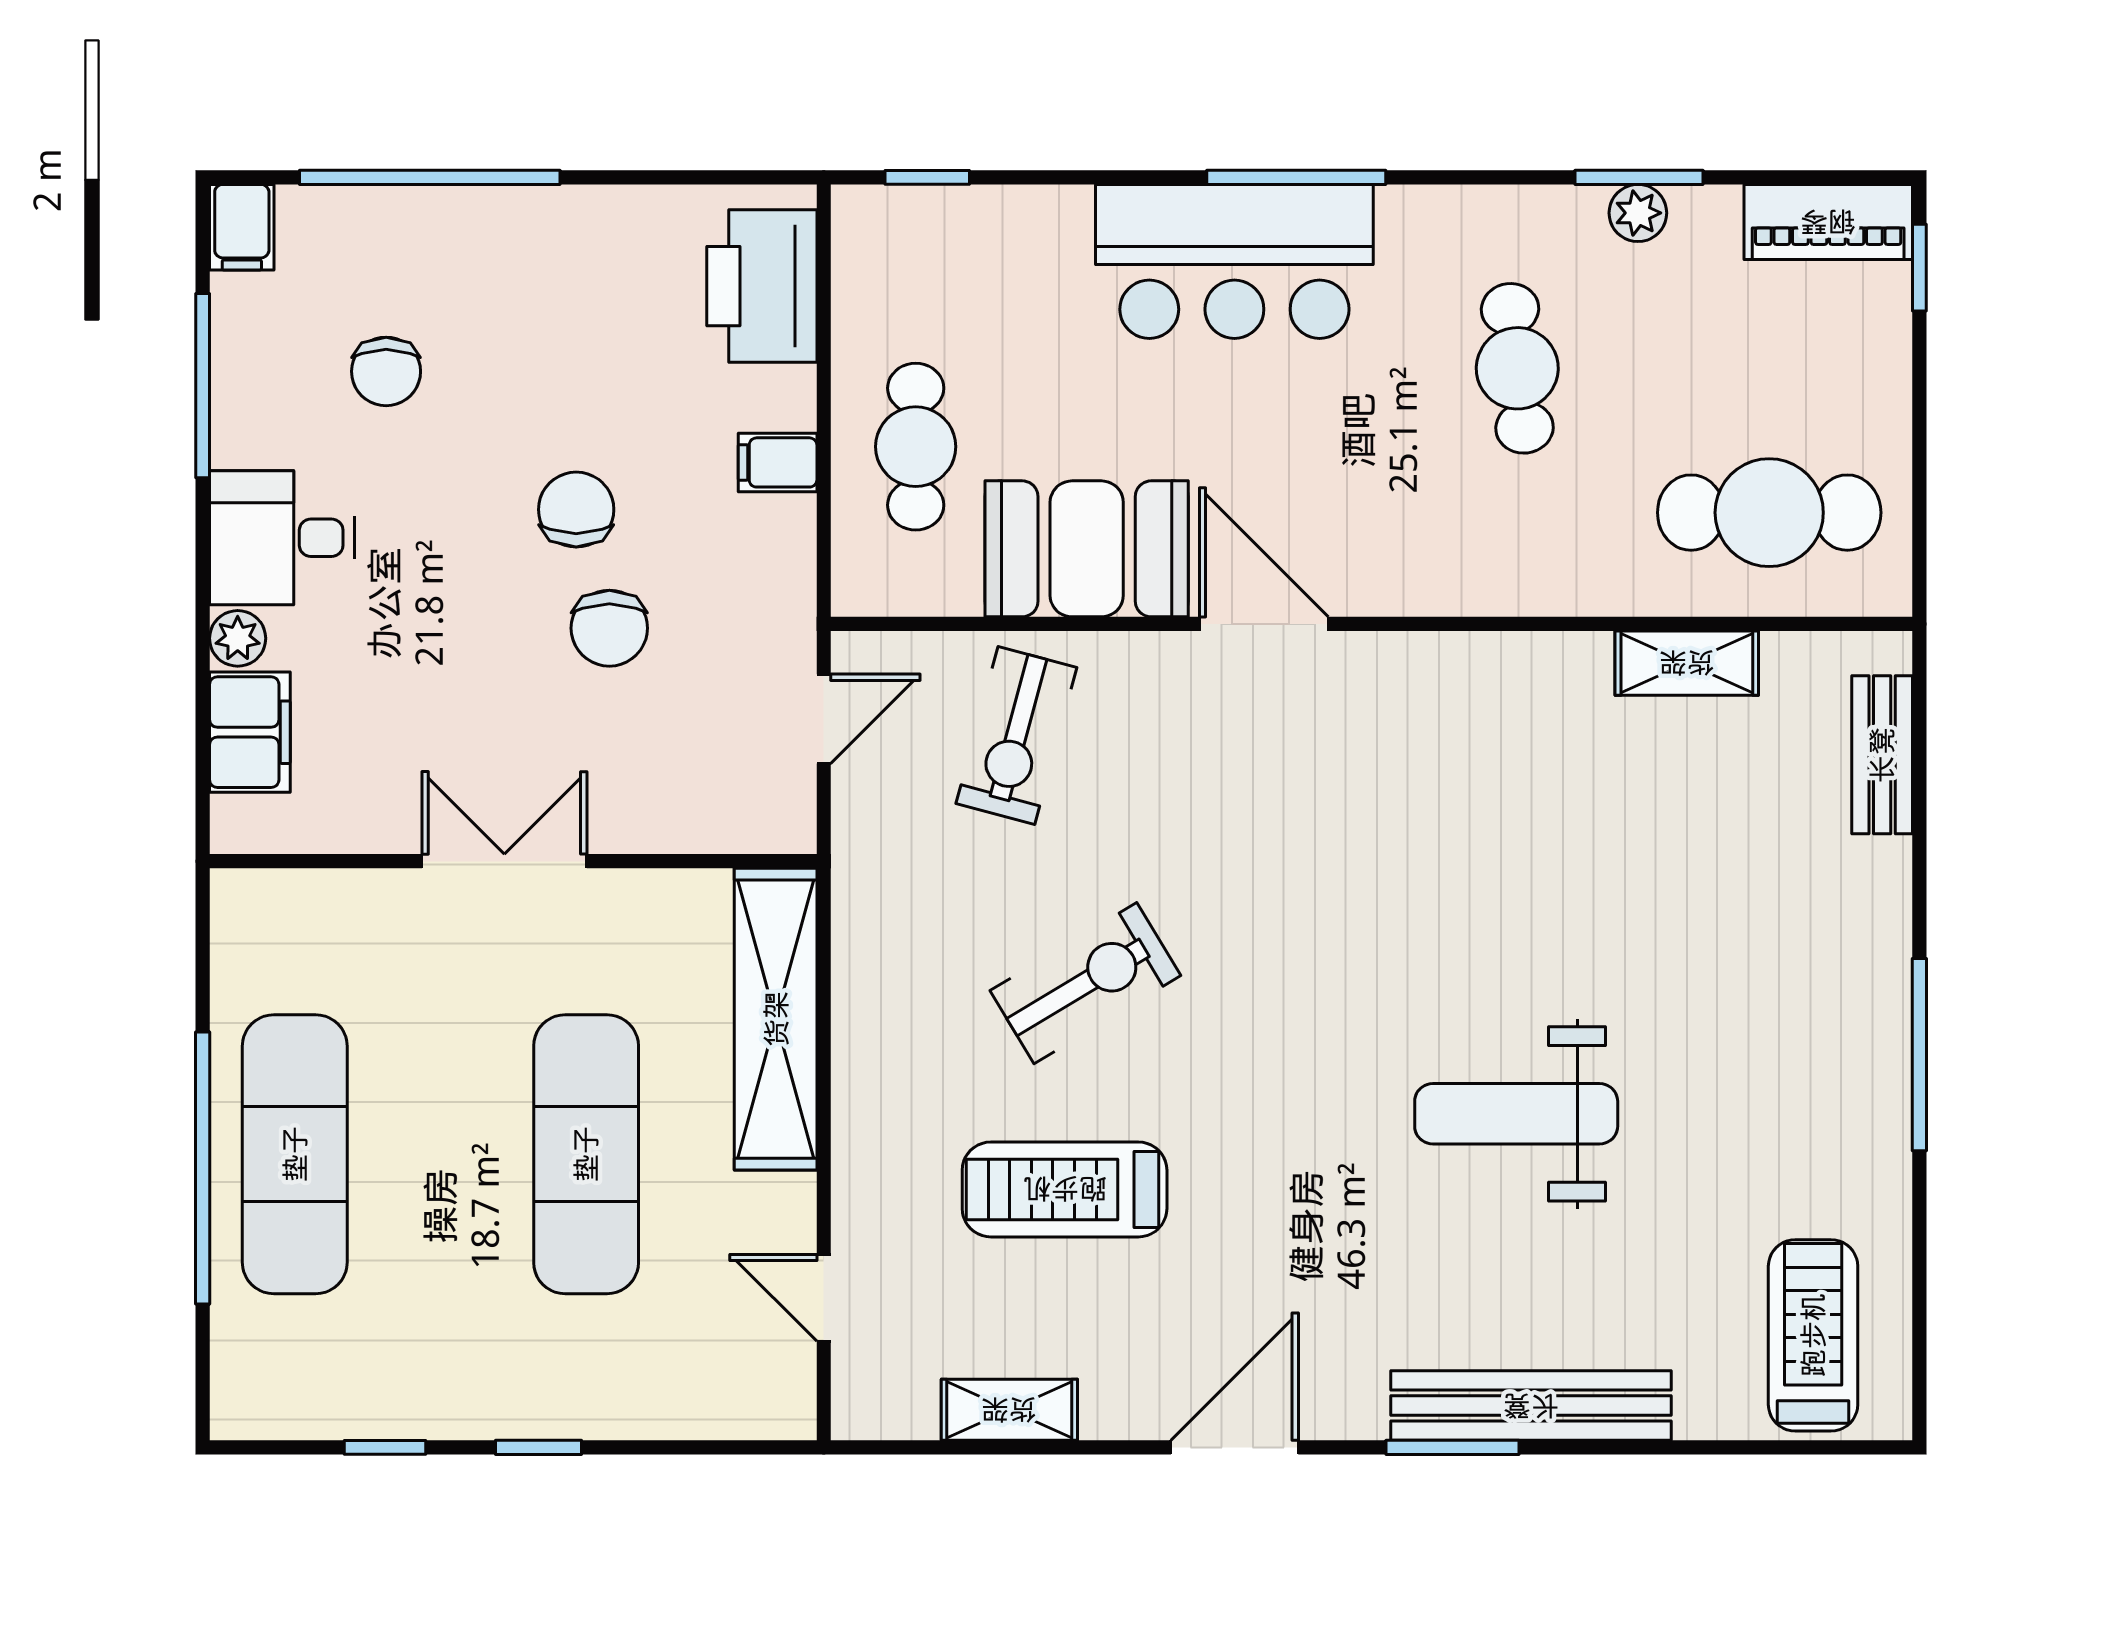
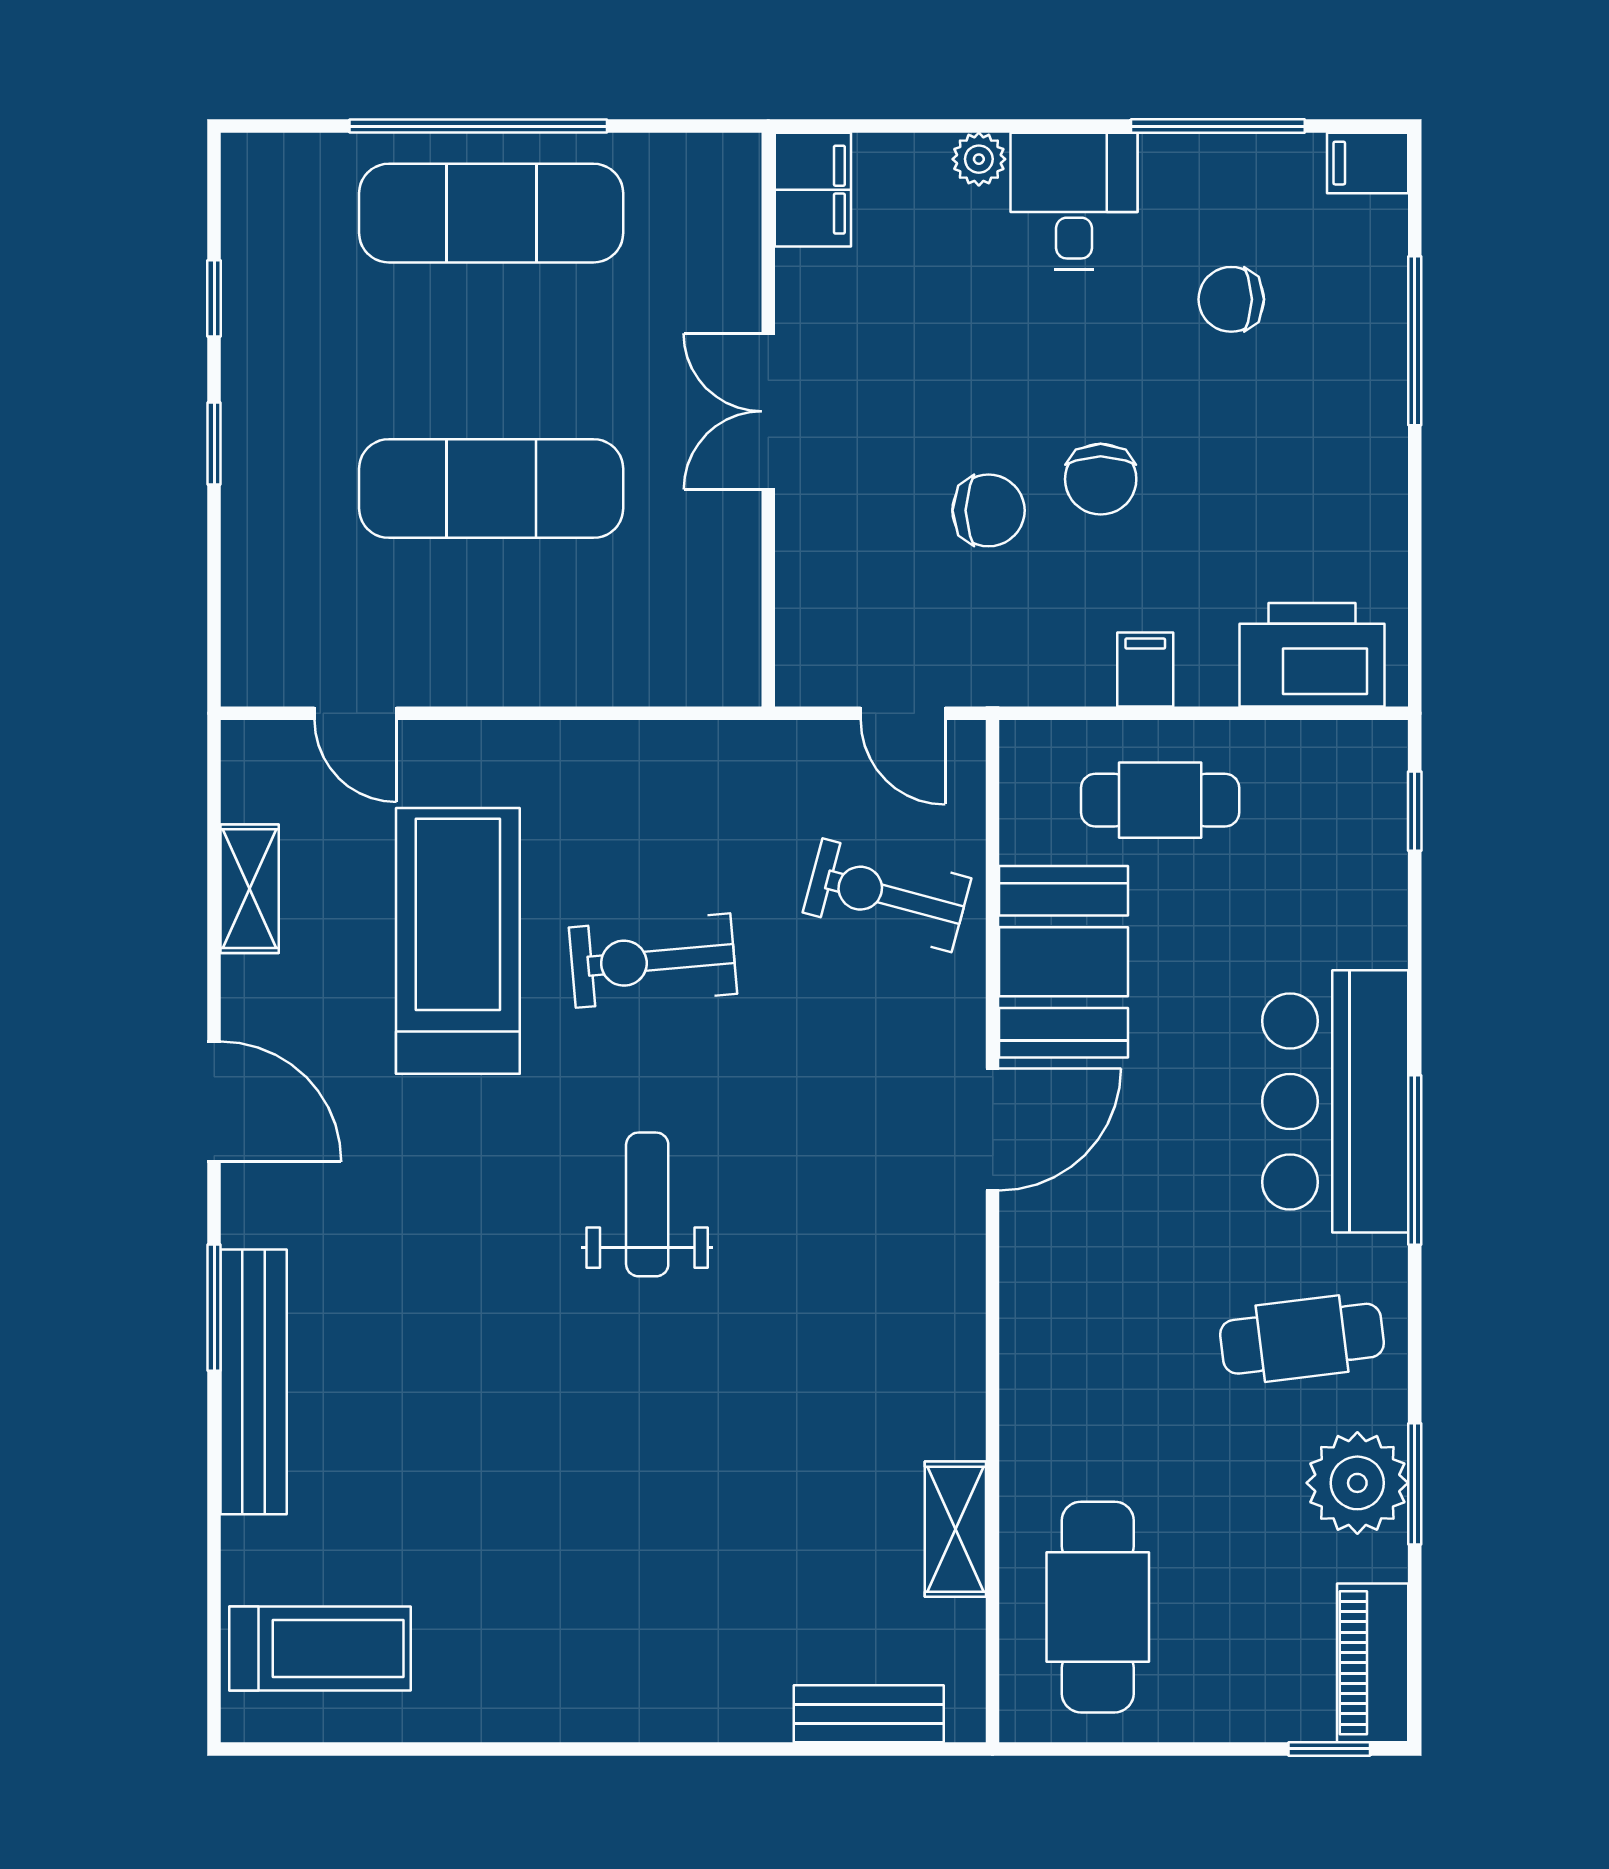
window: (430, 177) -> (1415, 341), width x0.68
plant: (1638, 213) -> (1357, 1483), width x1.87, depth x1.87
cafe table: (1517, 368) -> (1302, 1339), moved
chair: (576, 510) -> (1101, 479), turned 90
chair: (609, 628) -> (989, 510), turned 180
filing cabinet: (250, 732) -> (813, 190), moved, turned -90
double door: (504, 861) -> (768, 411), swing flipped
exercise bike: (1085, 983) -> (653, 961), turned 116
shelving: (776, 1019) -> (619, 668), removed
window: (1919, 1055) -> (585, 1749), removed
weight bench: (1516, 1114) -> (647, 1204), moved, width x0.73, depth x0.75
treadmill: (1065, 1189) -> (458, 941), width x1.37, depth x1.37
door: (824, 1298) -> (355, 713), swing flipped

